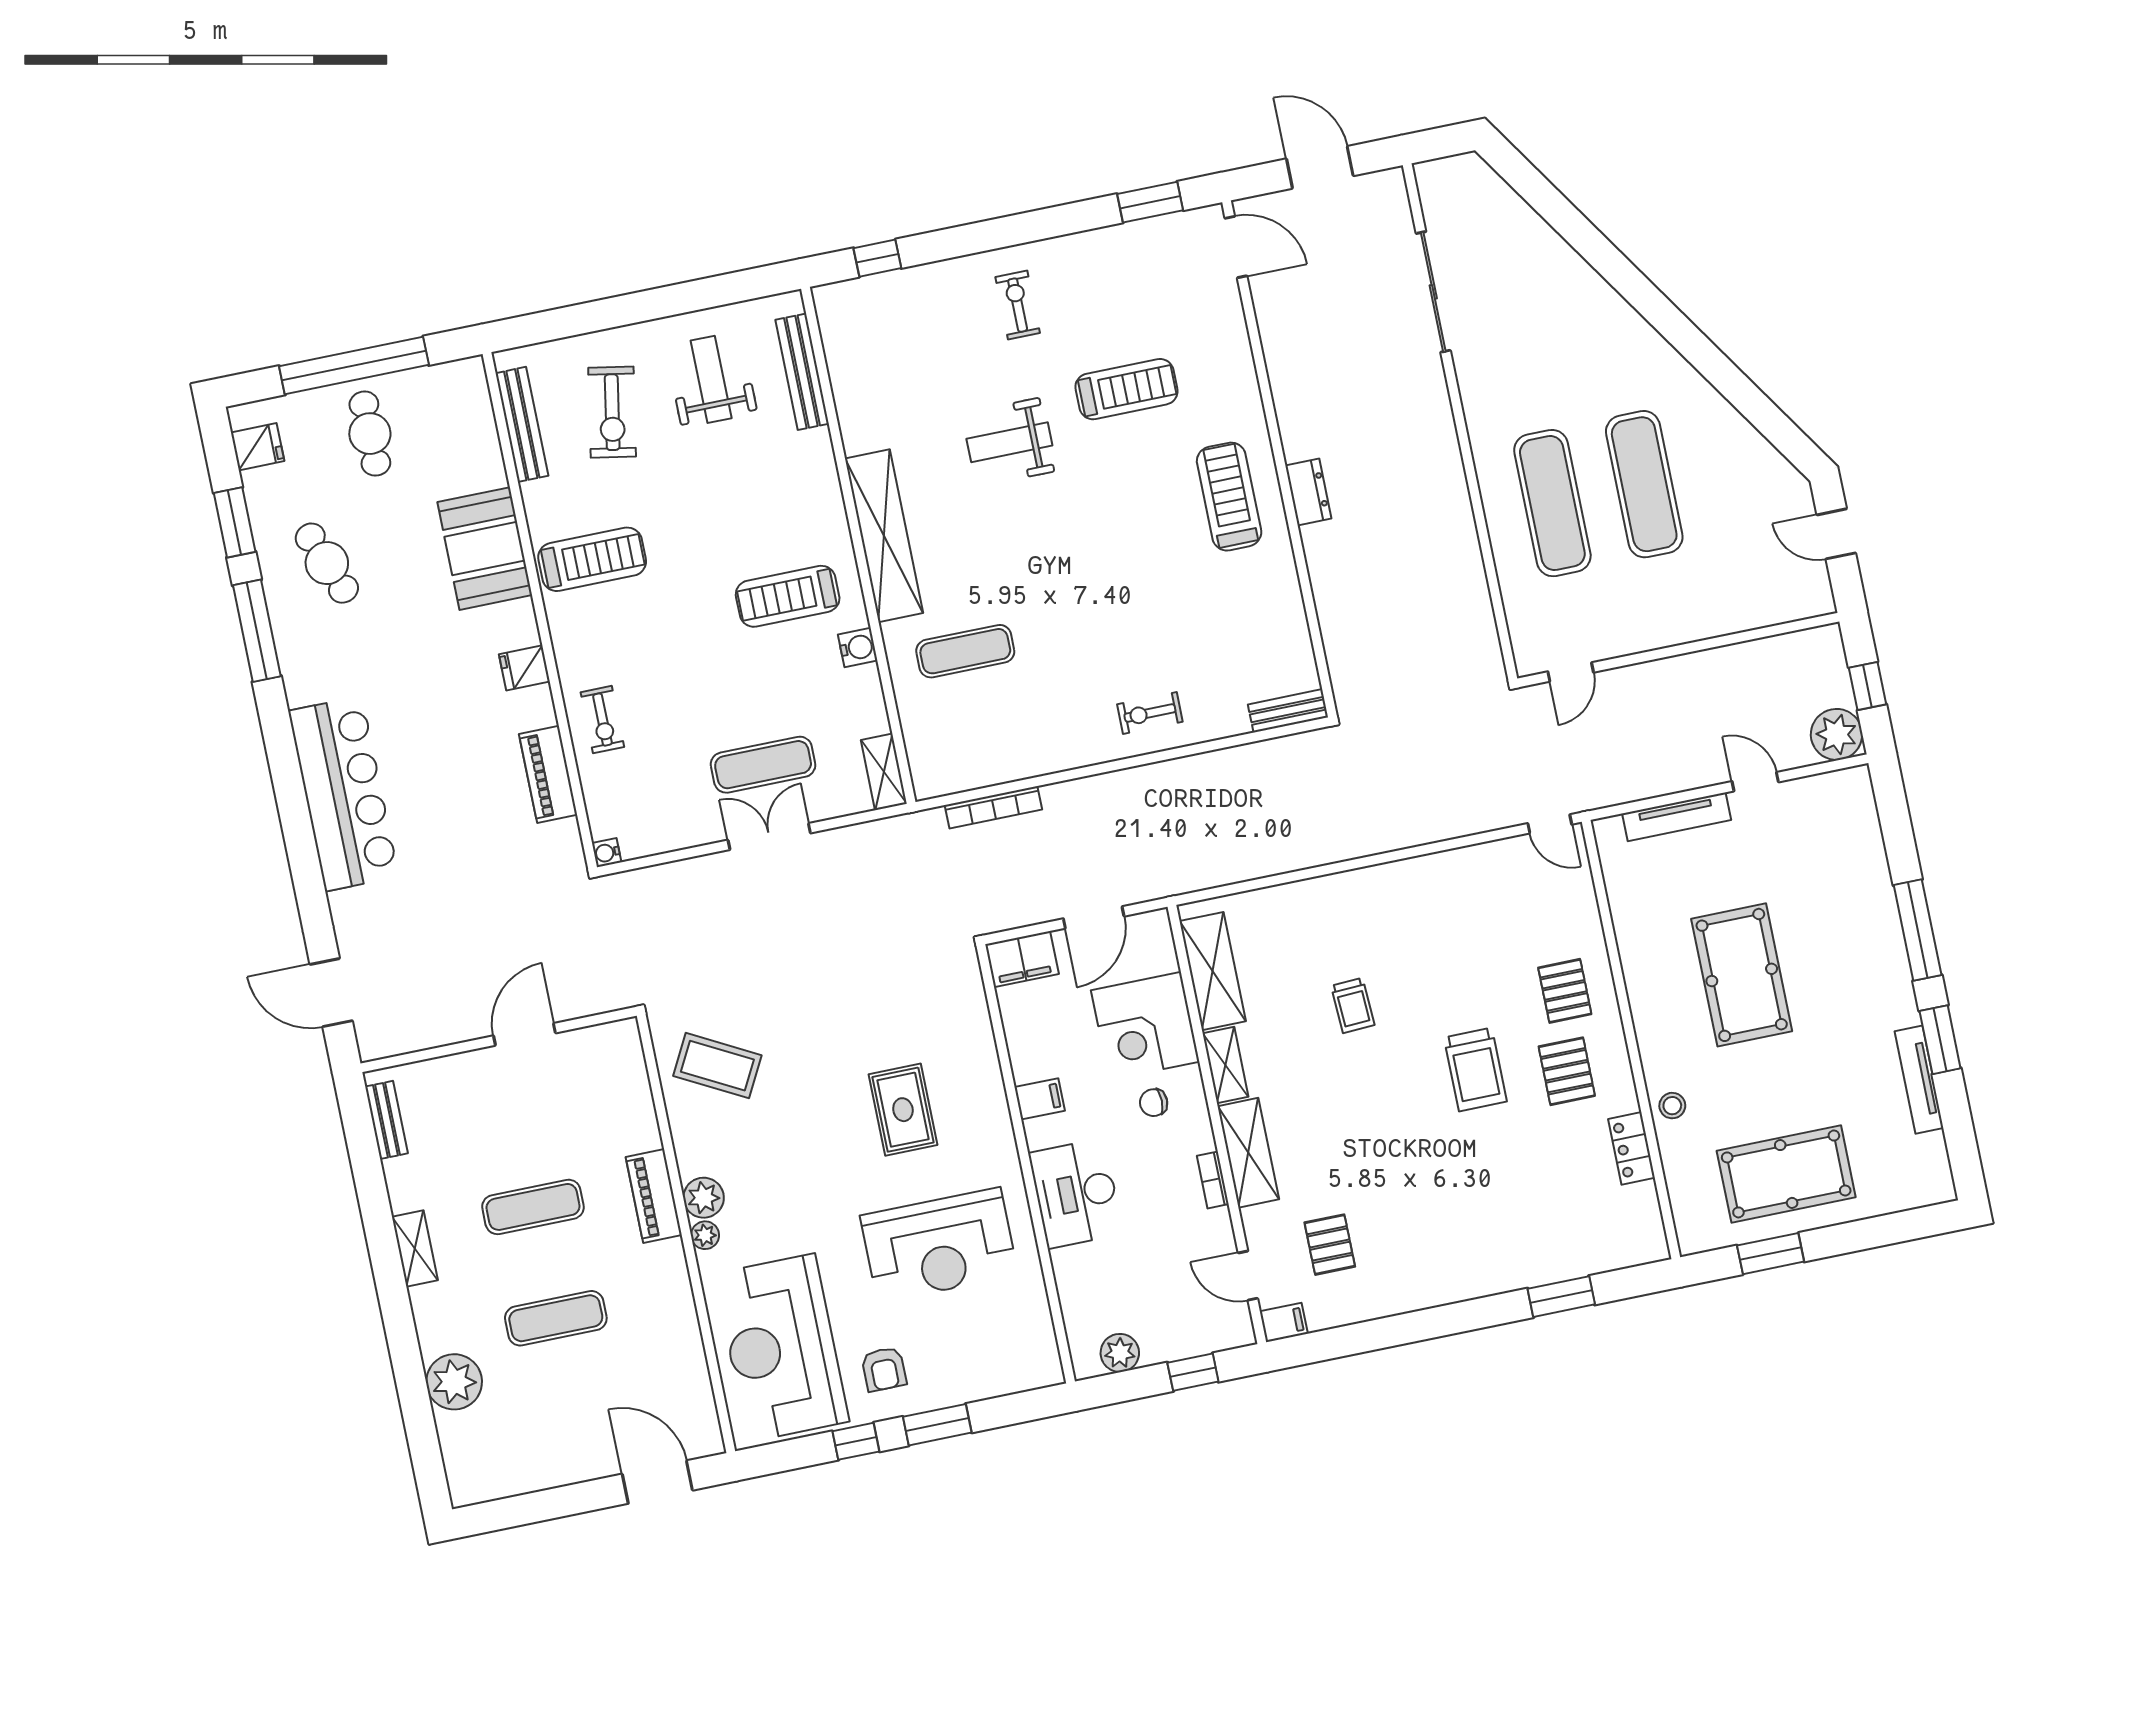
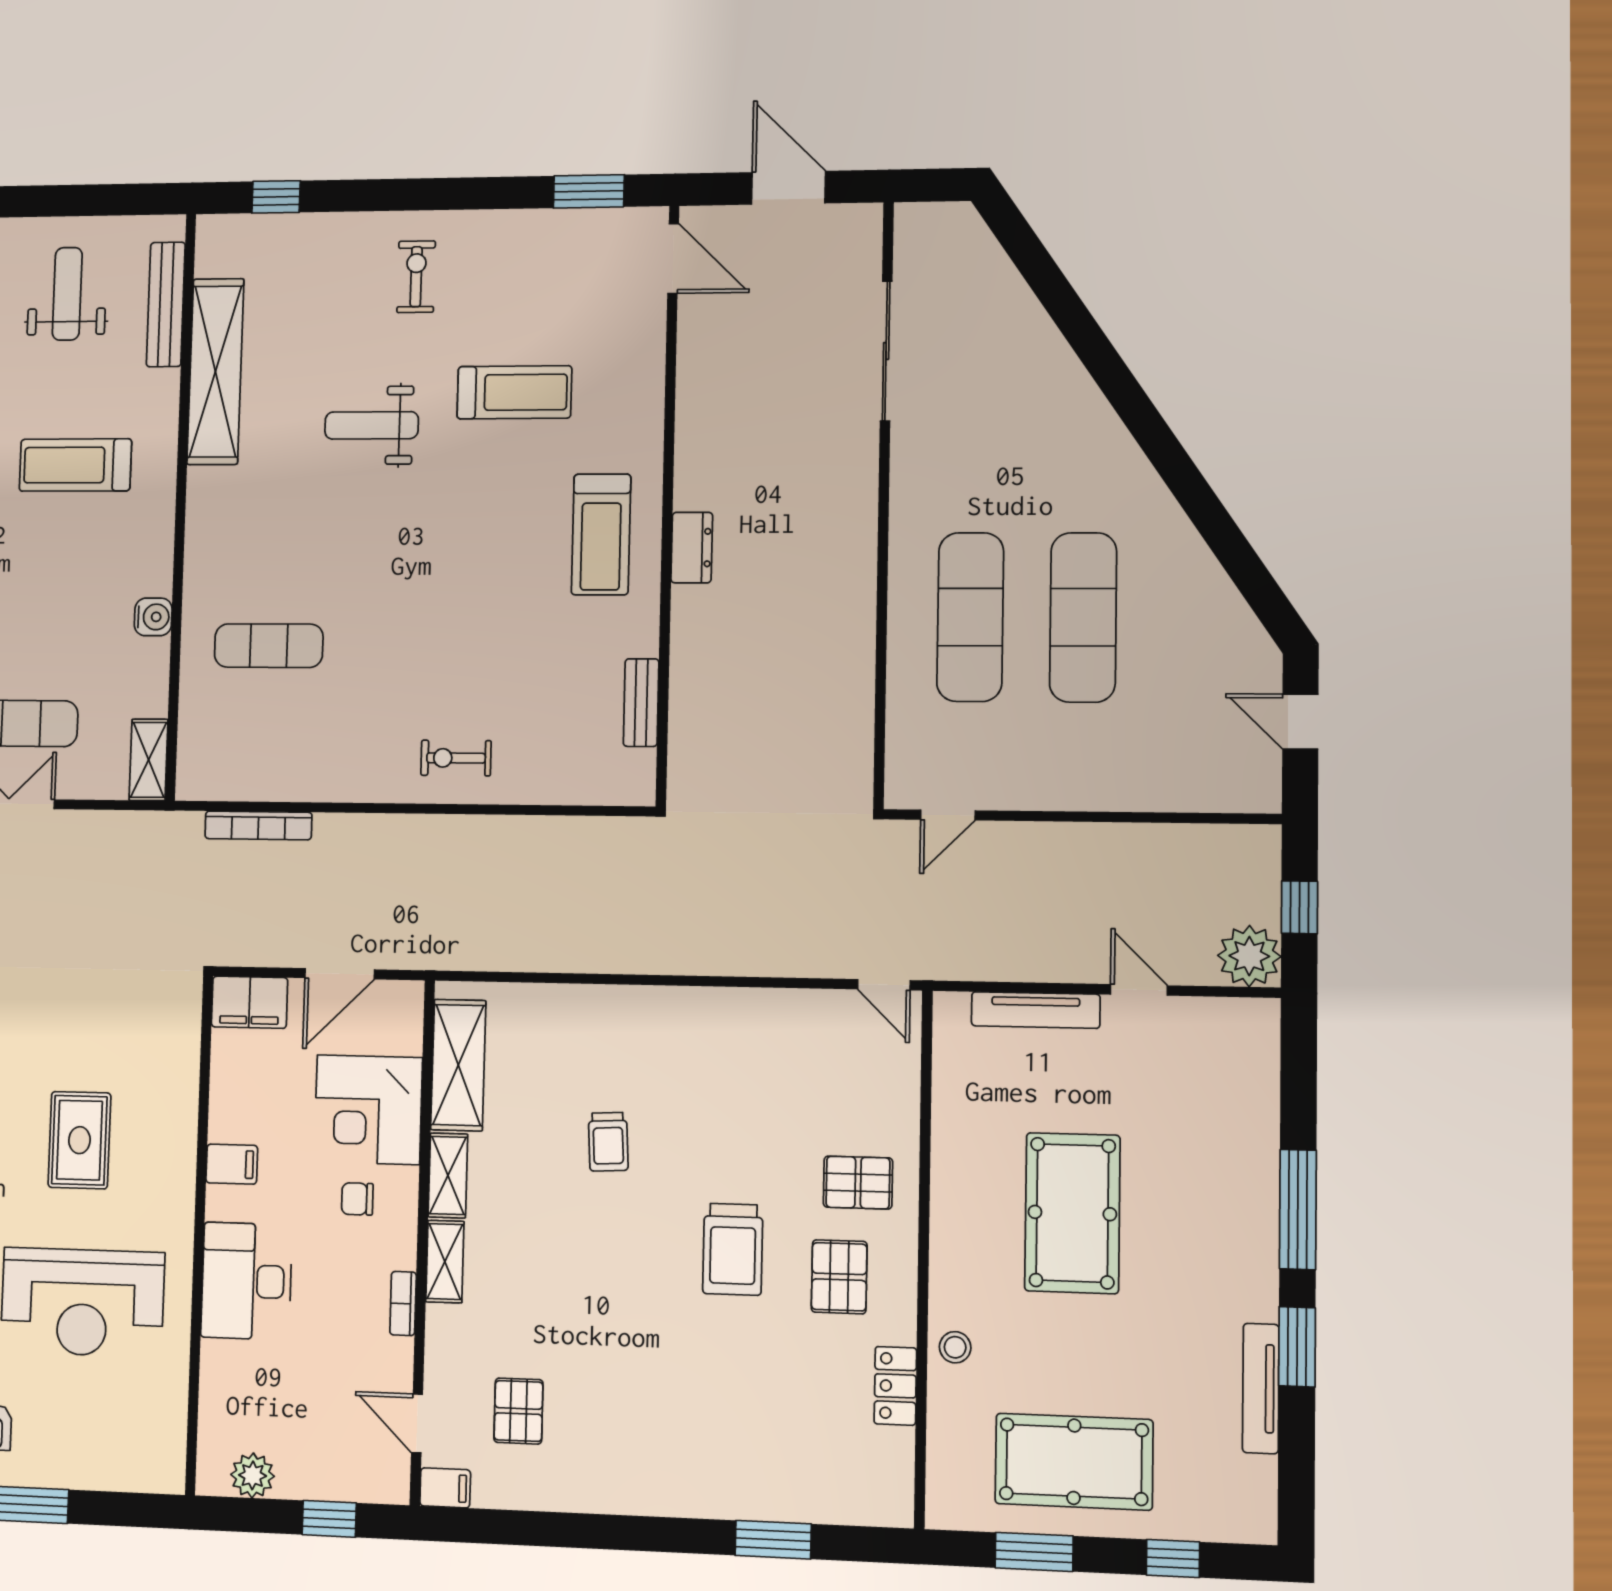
treadmill: (1229, 497) -> (601, 534), turned 180
shelving: (884, 536) -> (215, 372), moved
treadmill: (788, 596) -> (75, 465), moved
bench: (1288, 711) -> (641, 703), moved, turned 90
pallet: (1565, 991) -> (858, 1183), turned 90
shelving: (1248, 1153) -> (445, 1262), width x0.67, depth x0.75
window: (1880, 1231) -> (1173, 1558), added

